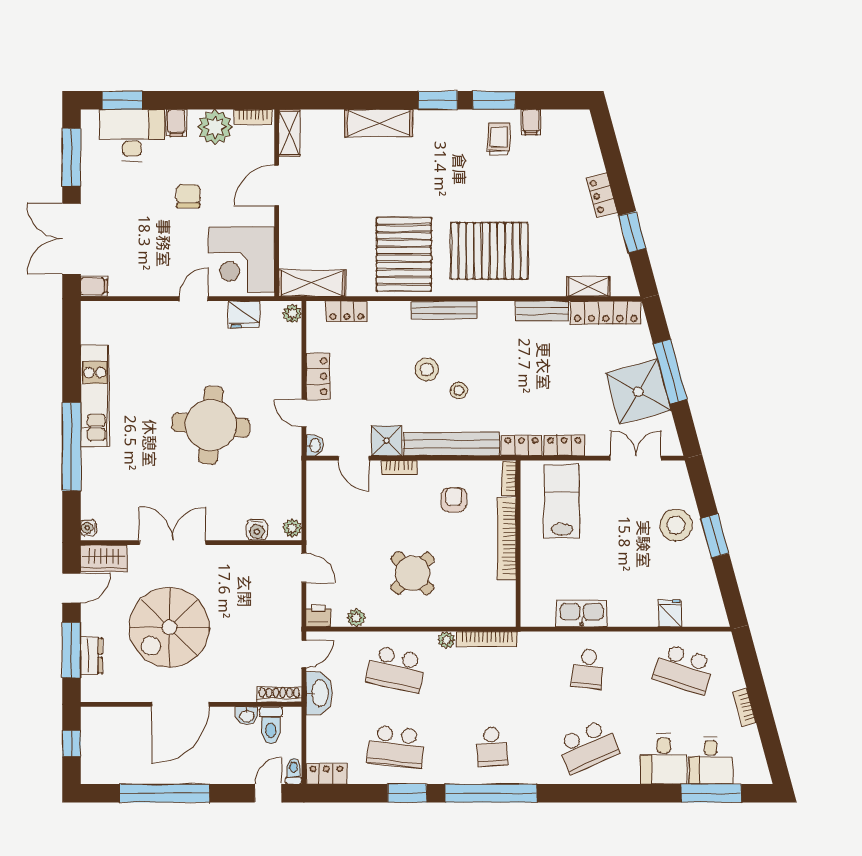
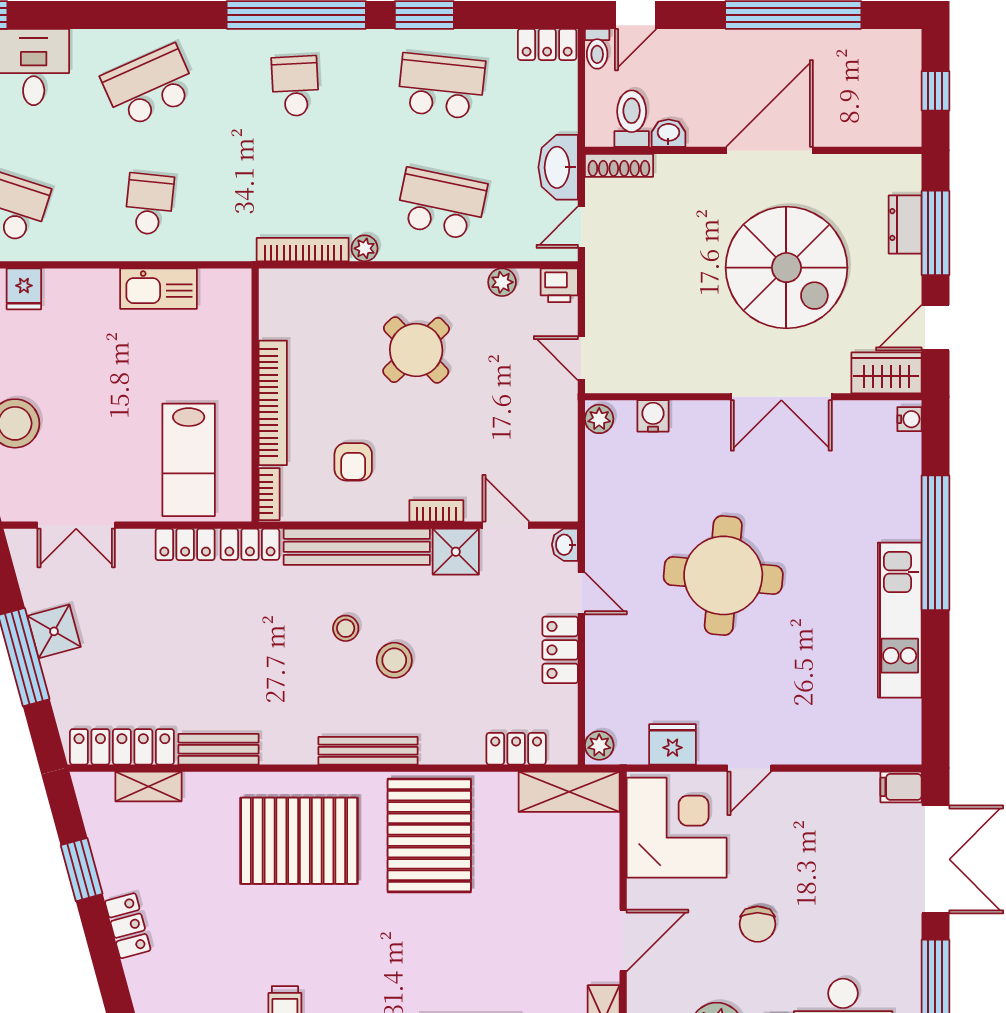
shower: (638, 392) -> (54, 631), width x0.54, depth x0.54
spiral stairs: (169, 627) -> (786, 268), turned 90

